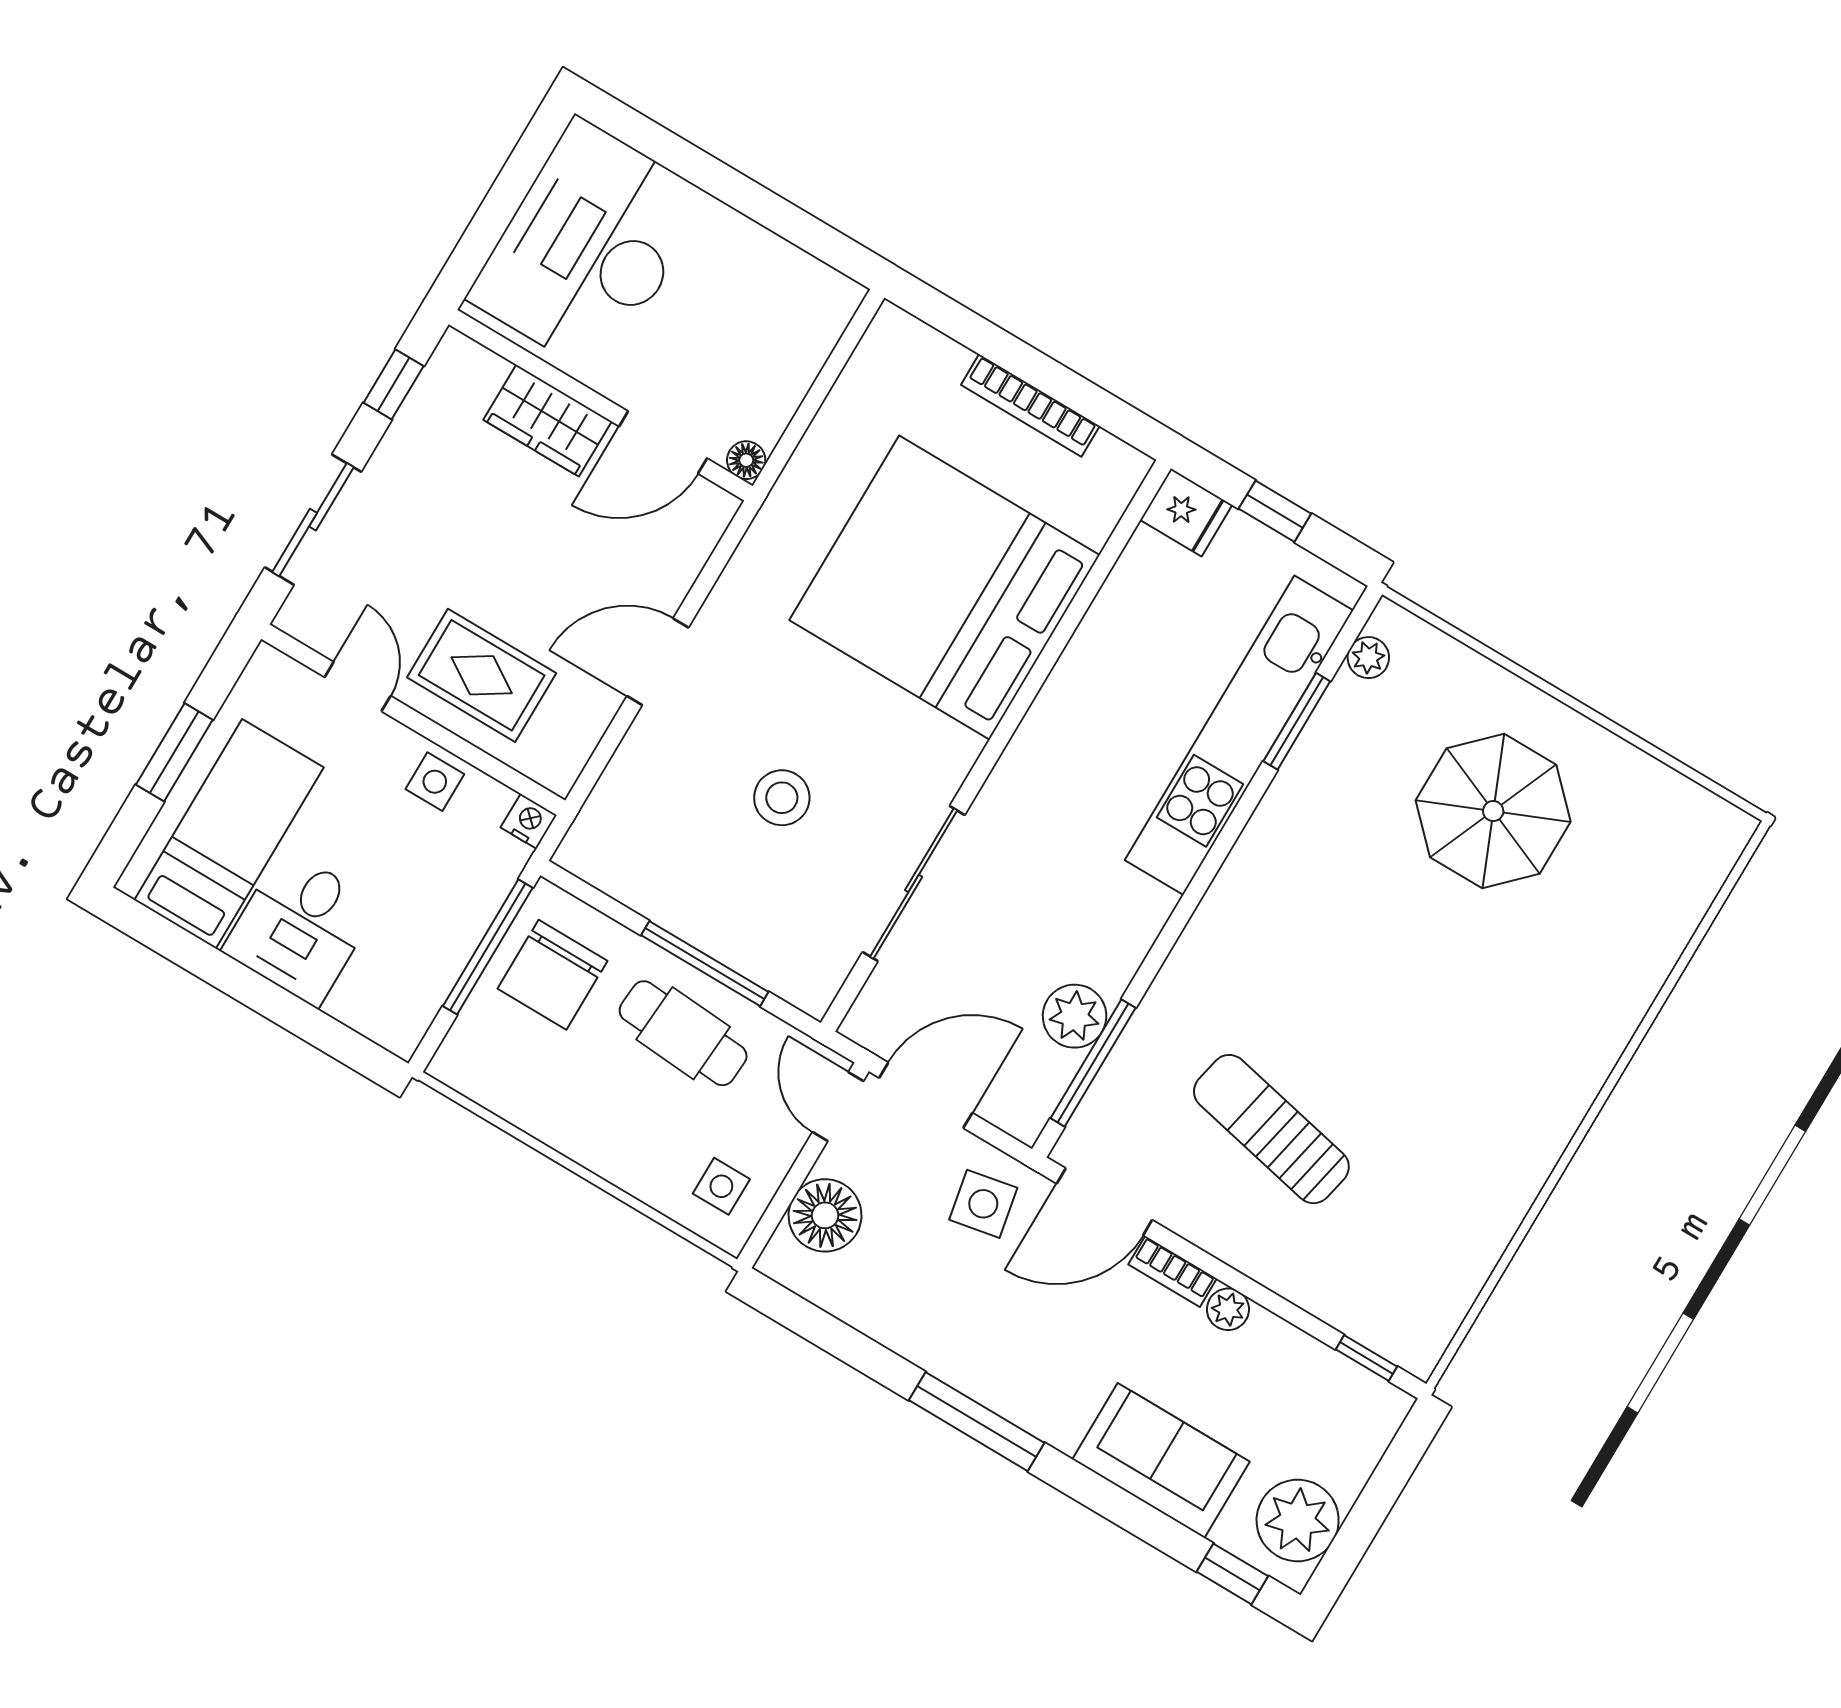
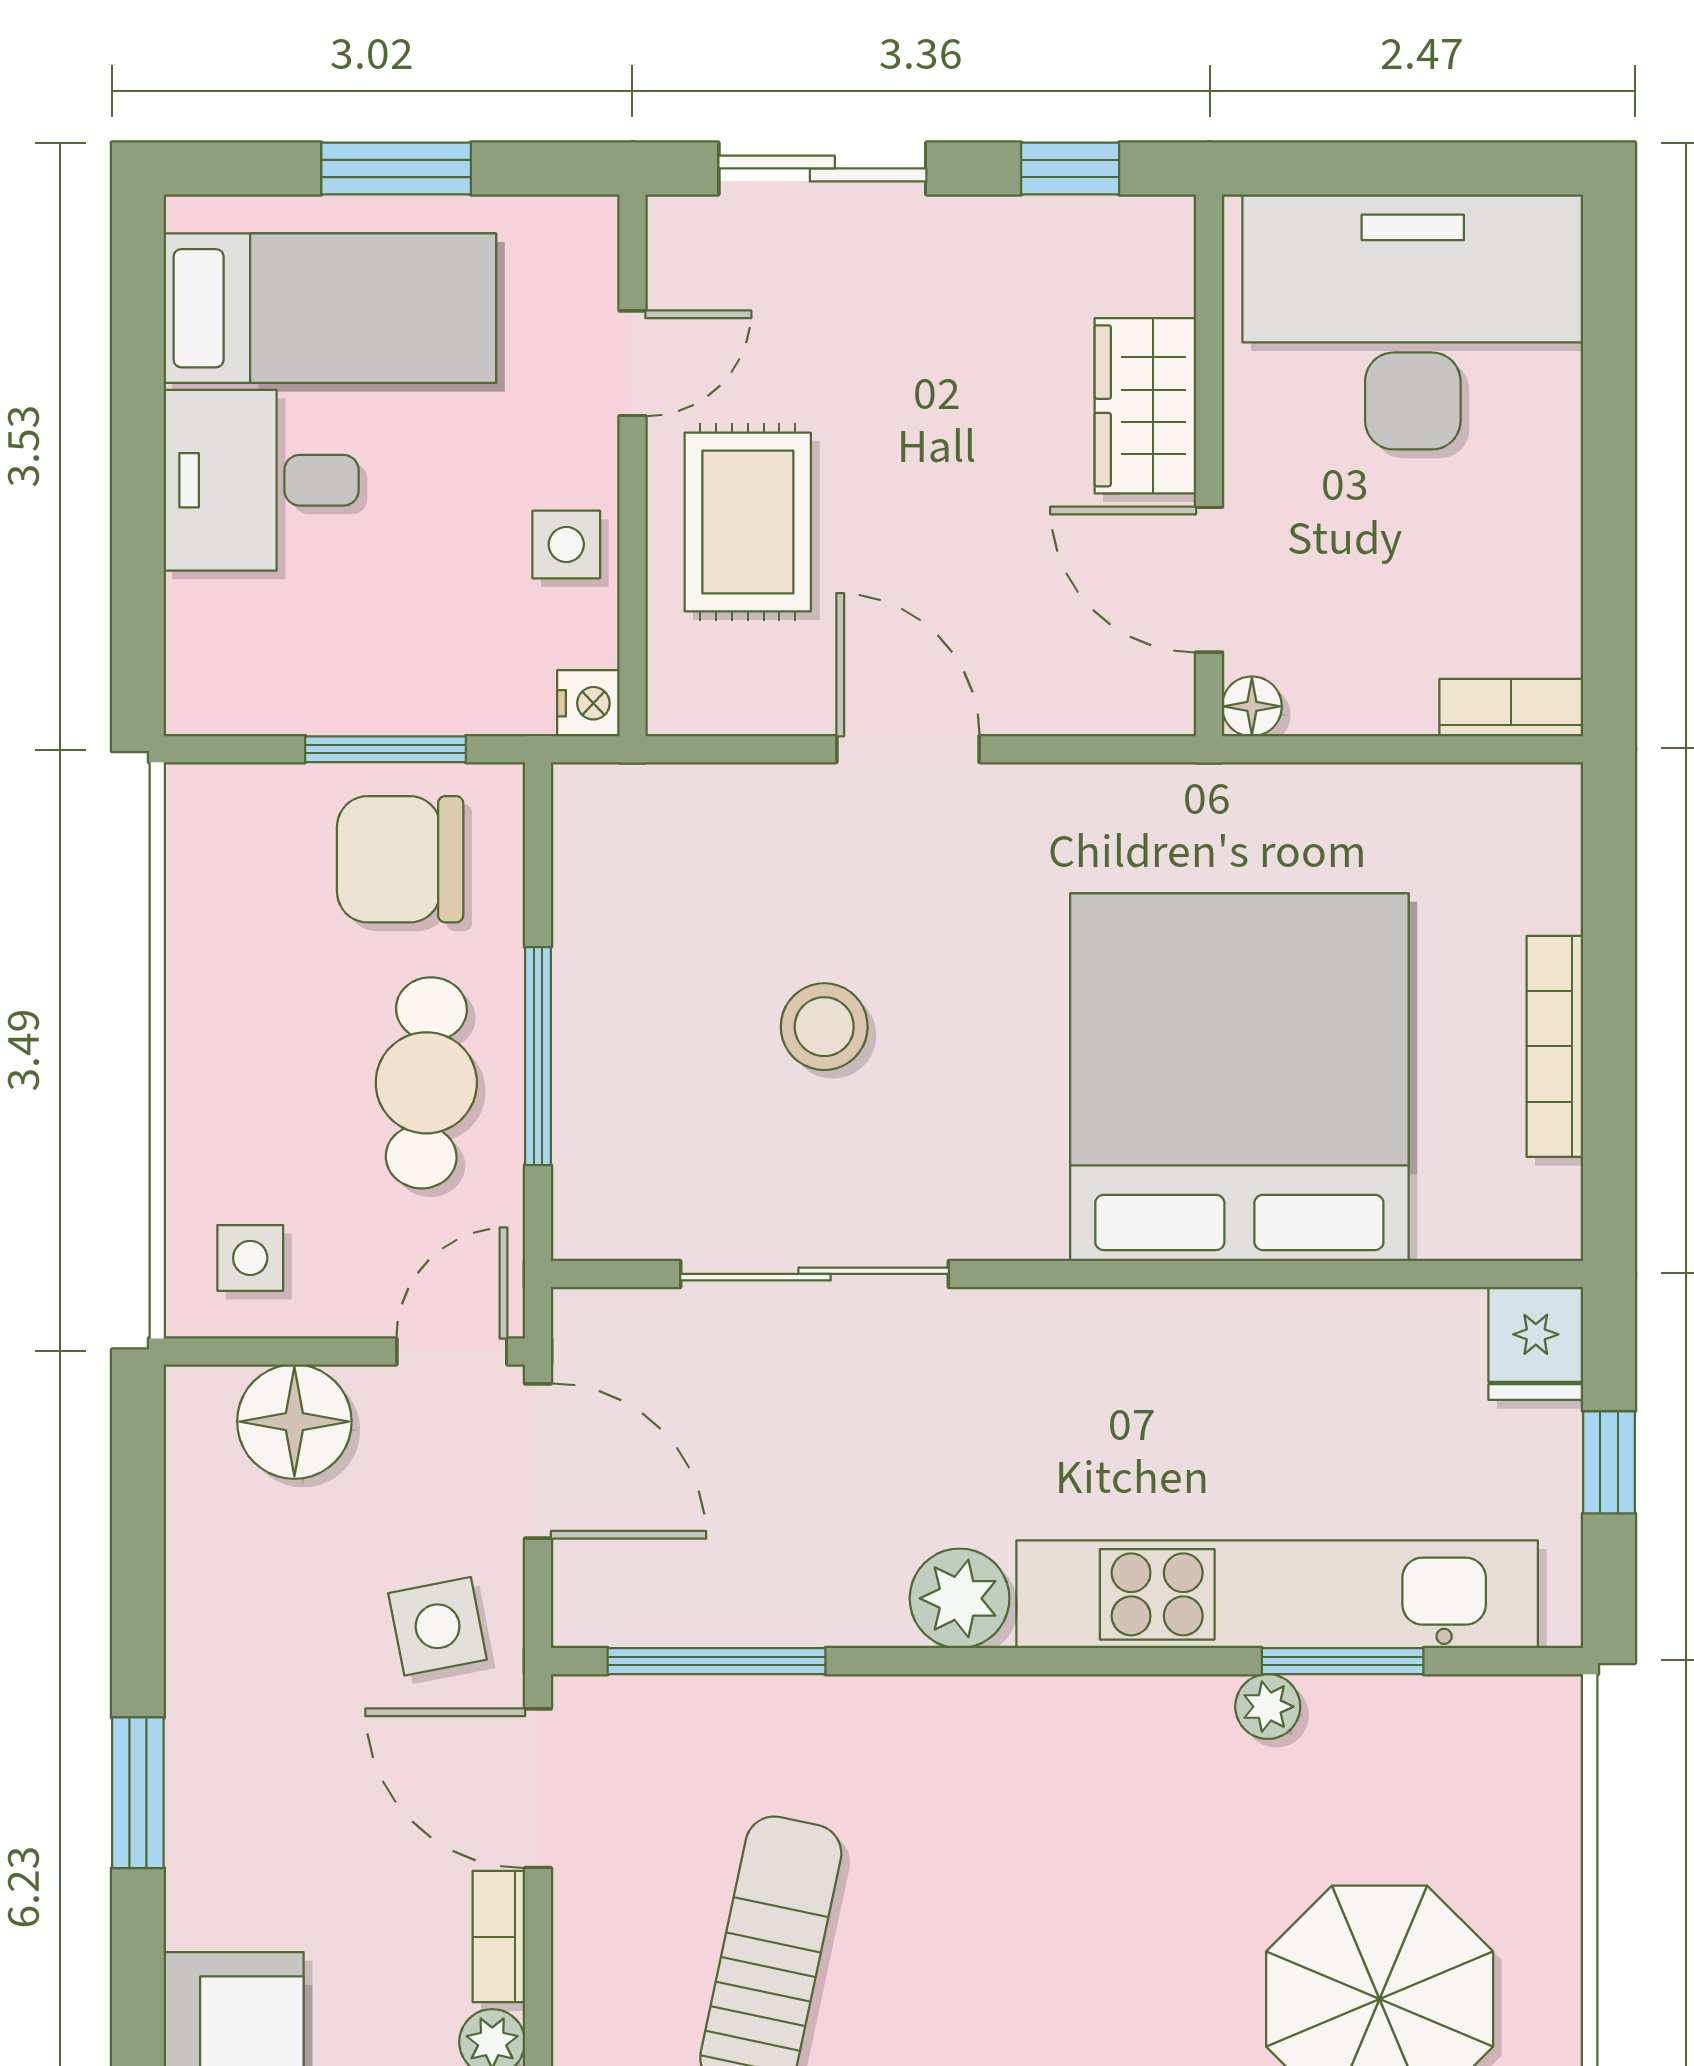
bookcase: (831, 319) -> (1511, 708), added
plant: (1368, 658) -> (1268, 1707), moved
window: (488, 947) -> (385, 749), width x0.69
plant: (1075, 1016) -> (960, 1598), moved
window: (977, 1422) -> (138, 1793), width x0.69

